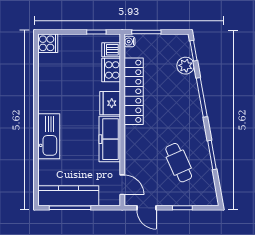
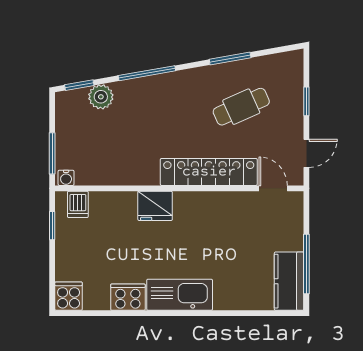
cooker: (111, 70) -> (128, 297), moved, turned 180
locker: (134, 91) -> (209, 172), moved
kitchen sink: (49, 136) -> (180, 295), moved
freezer: (110, 139) -> (207, 206), removed
door: (122, 185) -> (273, 188), hinge flipped
kitchen counter: (68, 196) -> (289, 281), width x0.67

